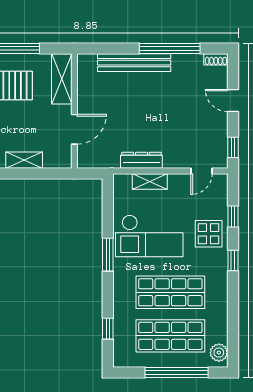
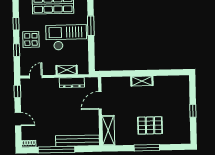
shelving: (62, 79) -> (108, 130), moved
wall: (74, 111) -> (100, 111), moved
door: (74, 129) -> (100, 100), moved

